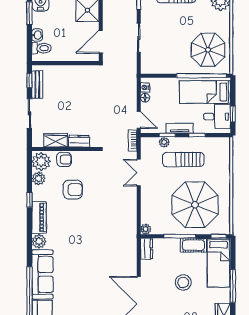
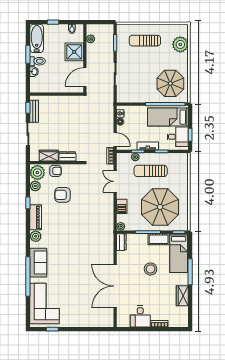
toilet: (42, 48) -> (38, 61), moved
armchair: (73, 190) -> (63, 195), turned 180
barbecue: (147, 204) -> (122, 206), added
sofa: (42, 274) -> (38, 263), width x0.73

